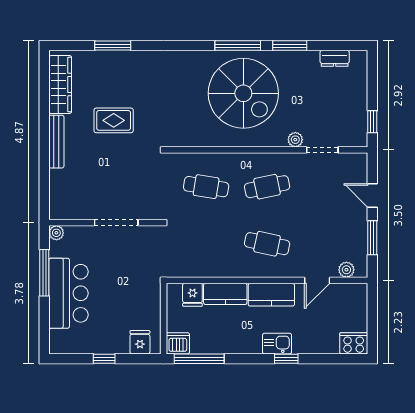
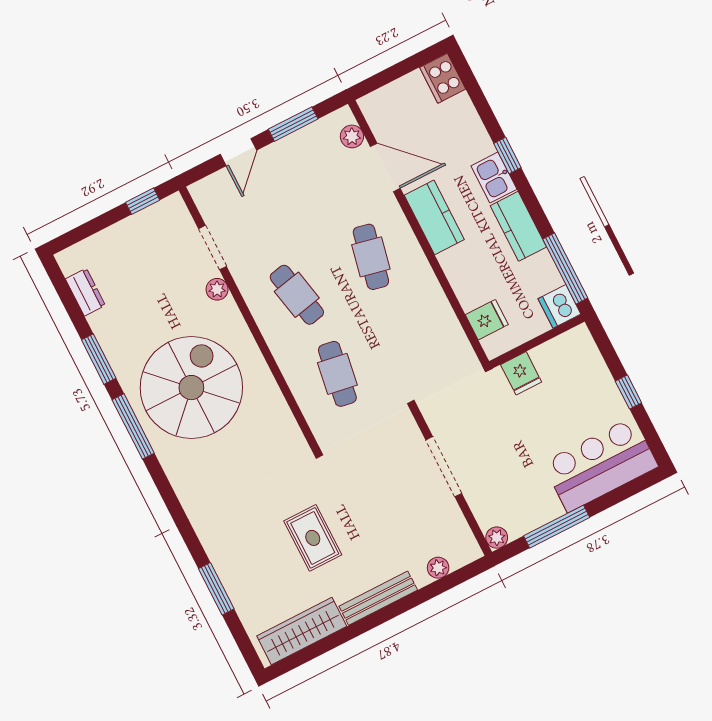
plant: (56, 188) -> (438, 568), added
door: (317, 280) -> (385, 167), width x1.38
bar counter: (69, 293) -> (600, 465), moved
kitchen counter: (225, 294) -> (518, 226), moved, turned 180
fridge: (140, 342) -> (521, 373), moved, turned -90

